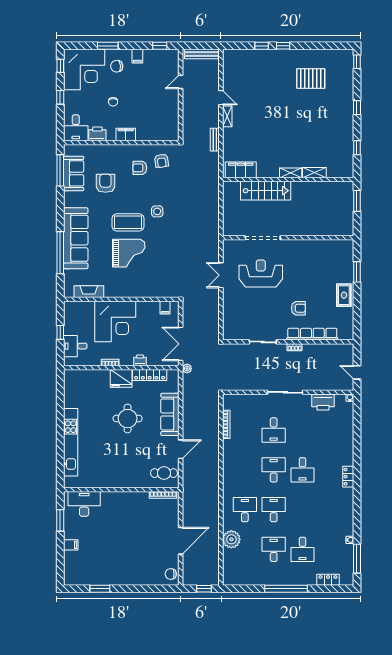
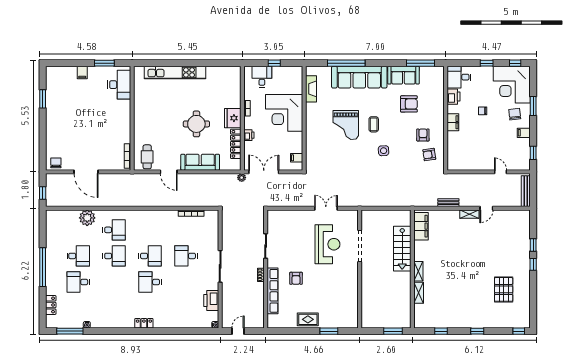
sofa: (74, 173) -> (403, 75), moved
coffee table: (128, 222) -> (374, 124), width x0.54, depth x0.58

